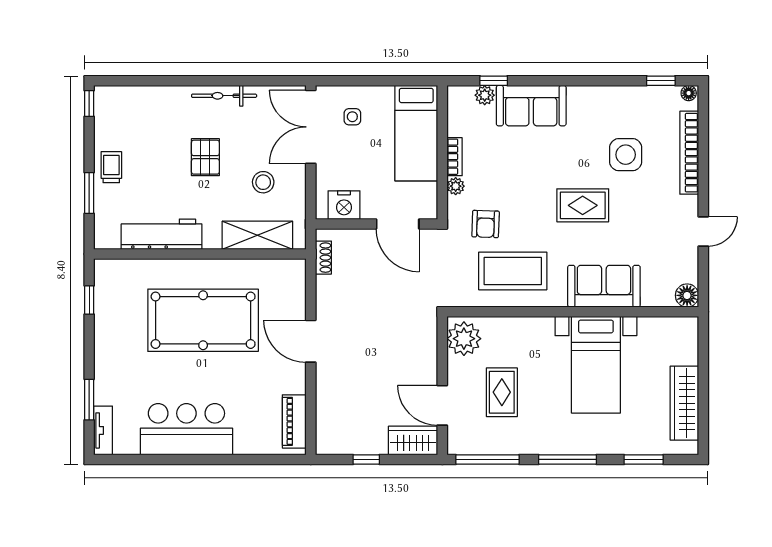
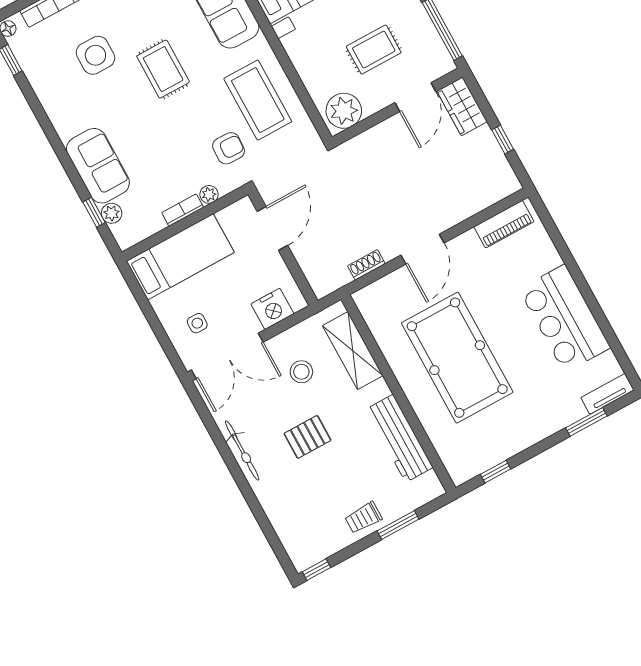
nightstand: (344, 205) -> (272, 309), moved, turned 90
shoe rack: (323, 258) -> (366, 265), moved

